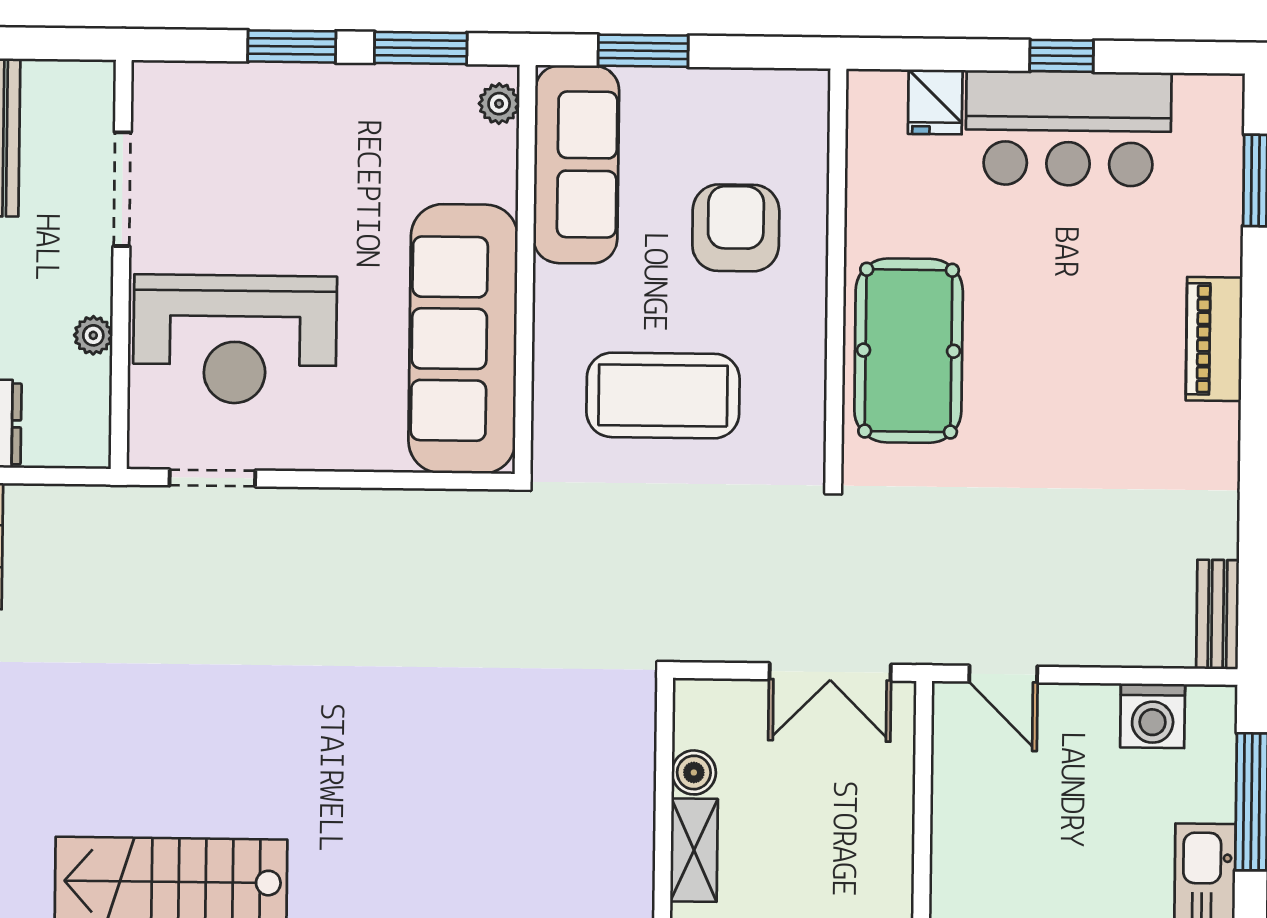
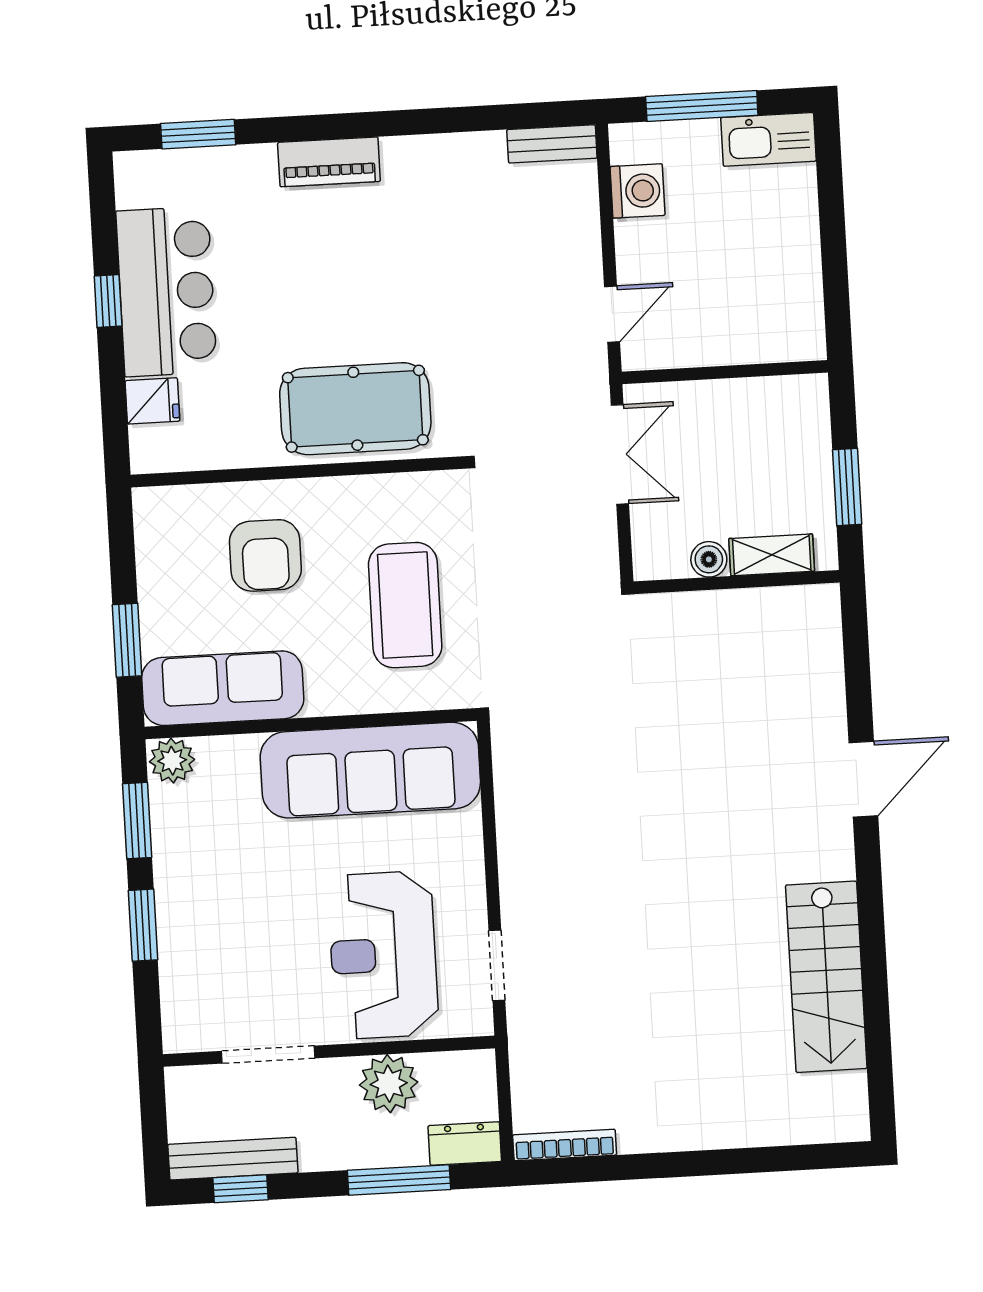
plant: (499, 104) -> (172, 761), width x1.38, depth x1.38
armchair: (736, 228) -> (265, 555), turned -90
plant: (93, 335) -> (389, 1084), width x1.88, depth x1.88
reception desk: (235, 339) -> (383, 955), turned 180

